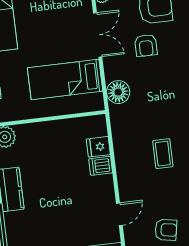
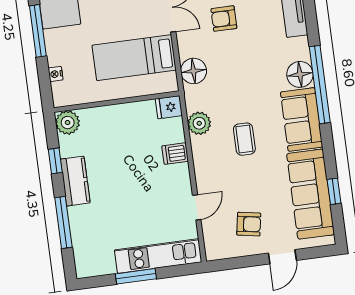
armchair: (146, 45) -> (224, 19), turned 90
plant: (123, 139) -> (199, 123), added
fridge: (98, 147) -> (169, 107), moved

